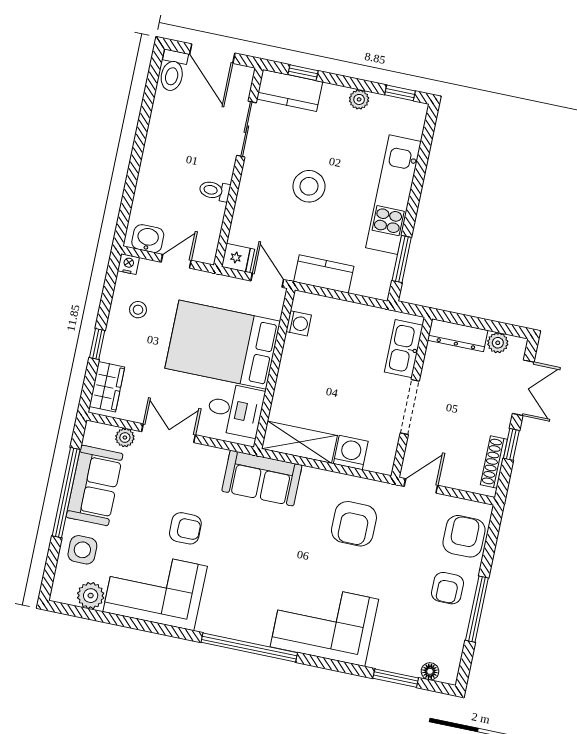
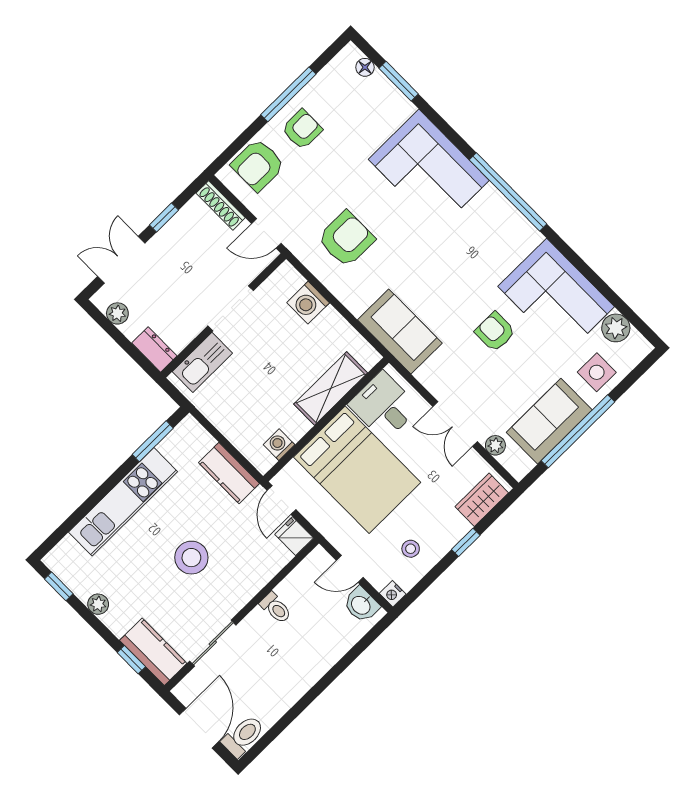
dresser: (458, 335) -> (154, 349), width x0.70
shelving: (299, 442) -> (331, 389), moved, turned 90
shoe rack: (494, 462) -> (221, 205), moved, turned 90

